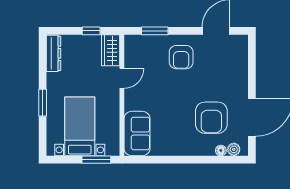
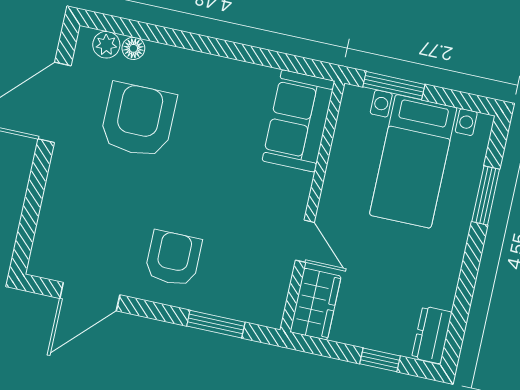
window: (91, 31) -> (380, 360), moved
dresser: (54, 53) -> (432, 335), width x0.70
door: (122, 78) -> (305, 241), swing flipped
window: (43, 103) -> (486, 195), moved

